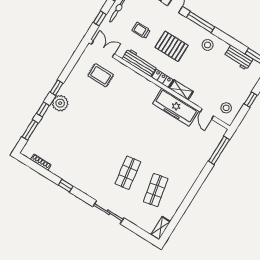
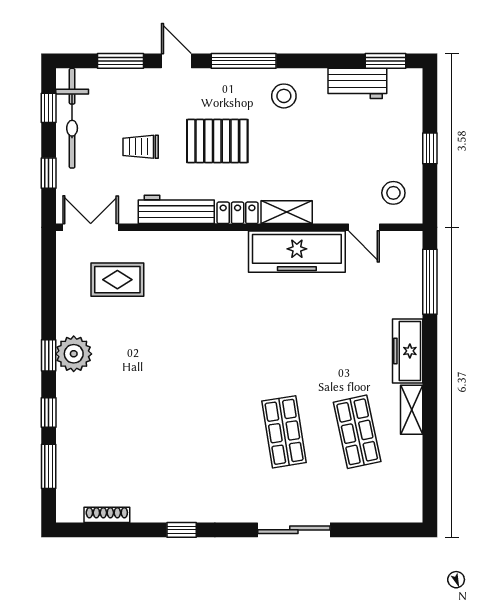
plant: (60, 103) -> (74, 354), moved
freezer: (194, 171) -> (408, 351), added
shelving: (161, 228) -> (412, 410), moved

